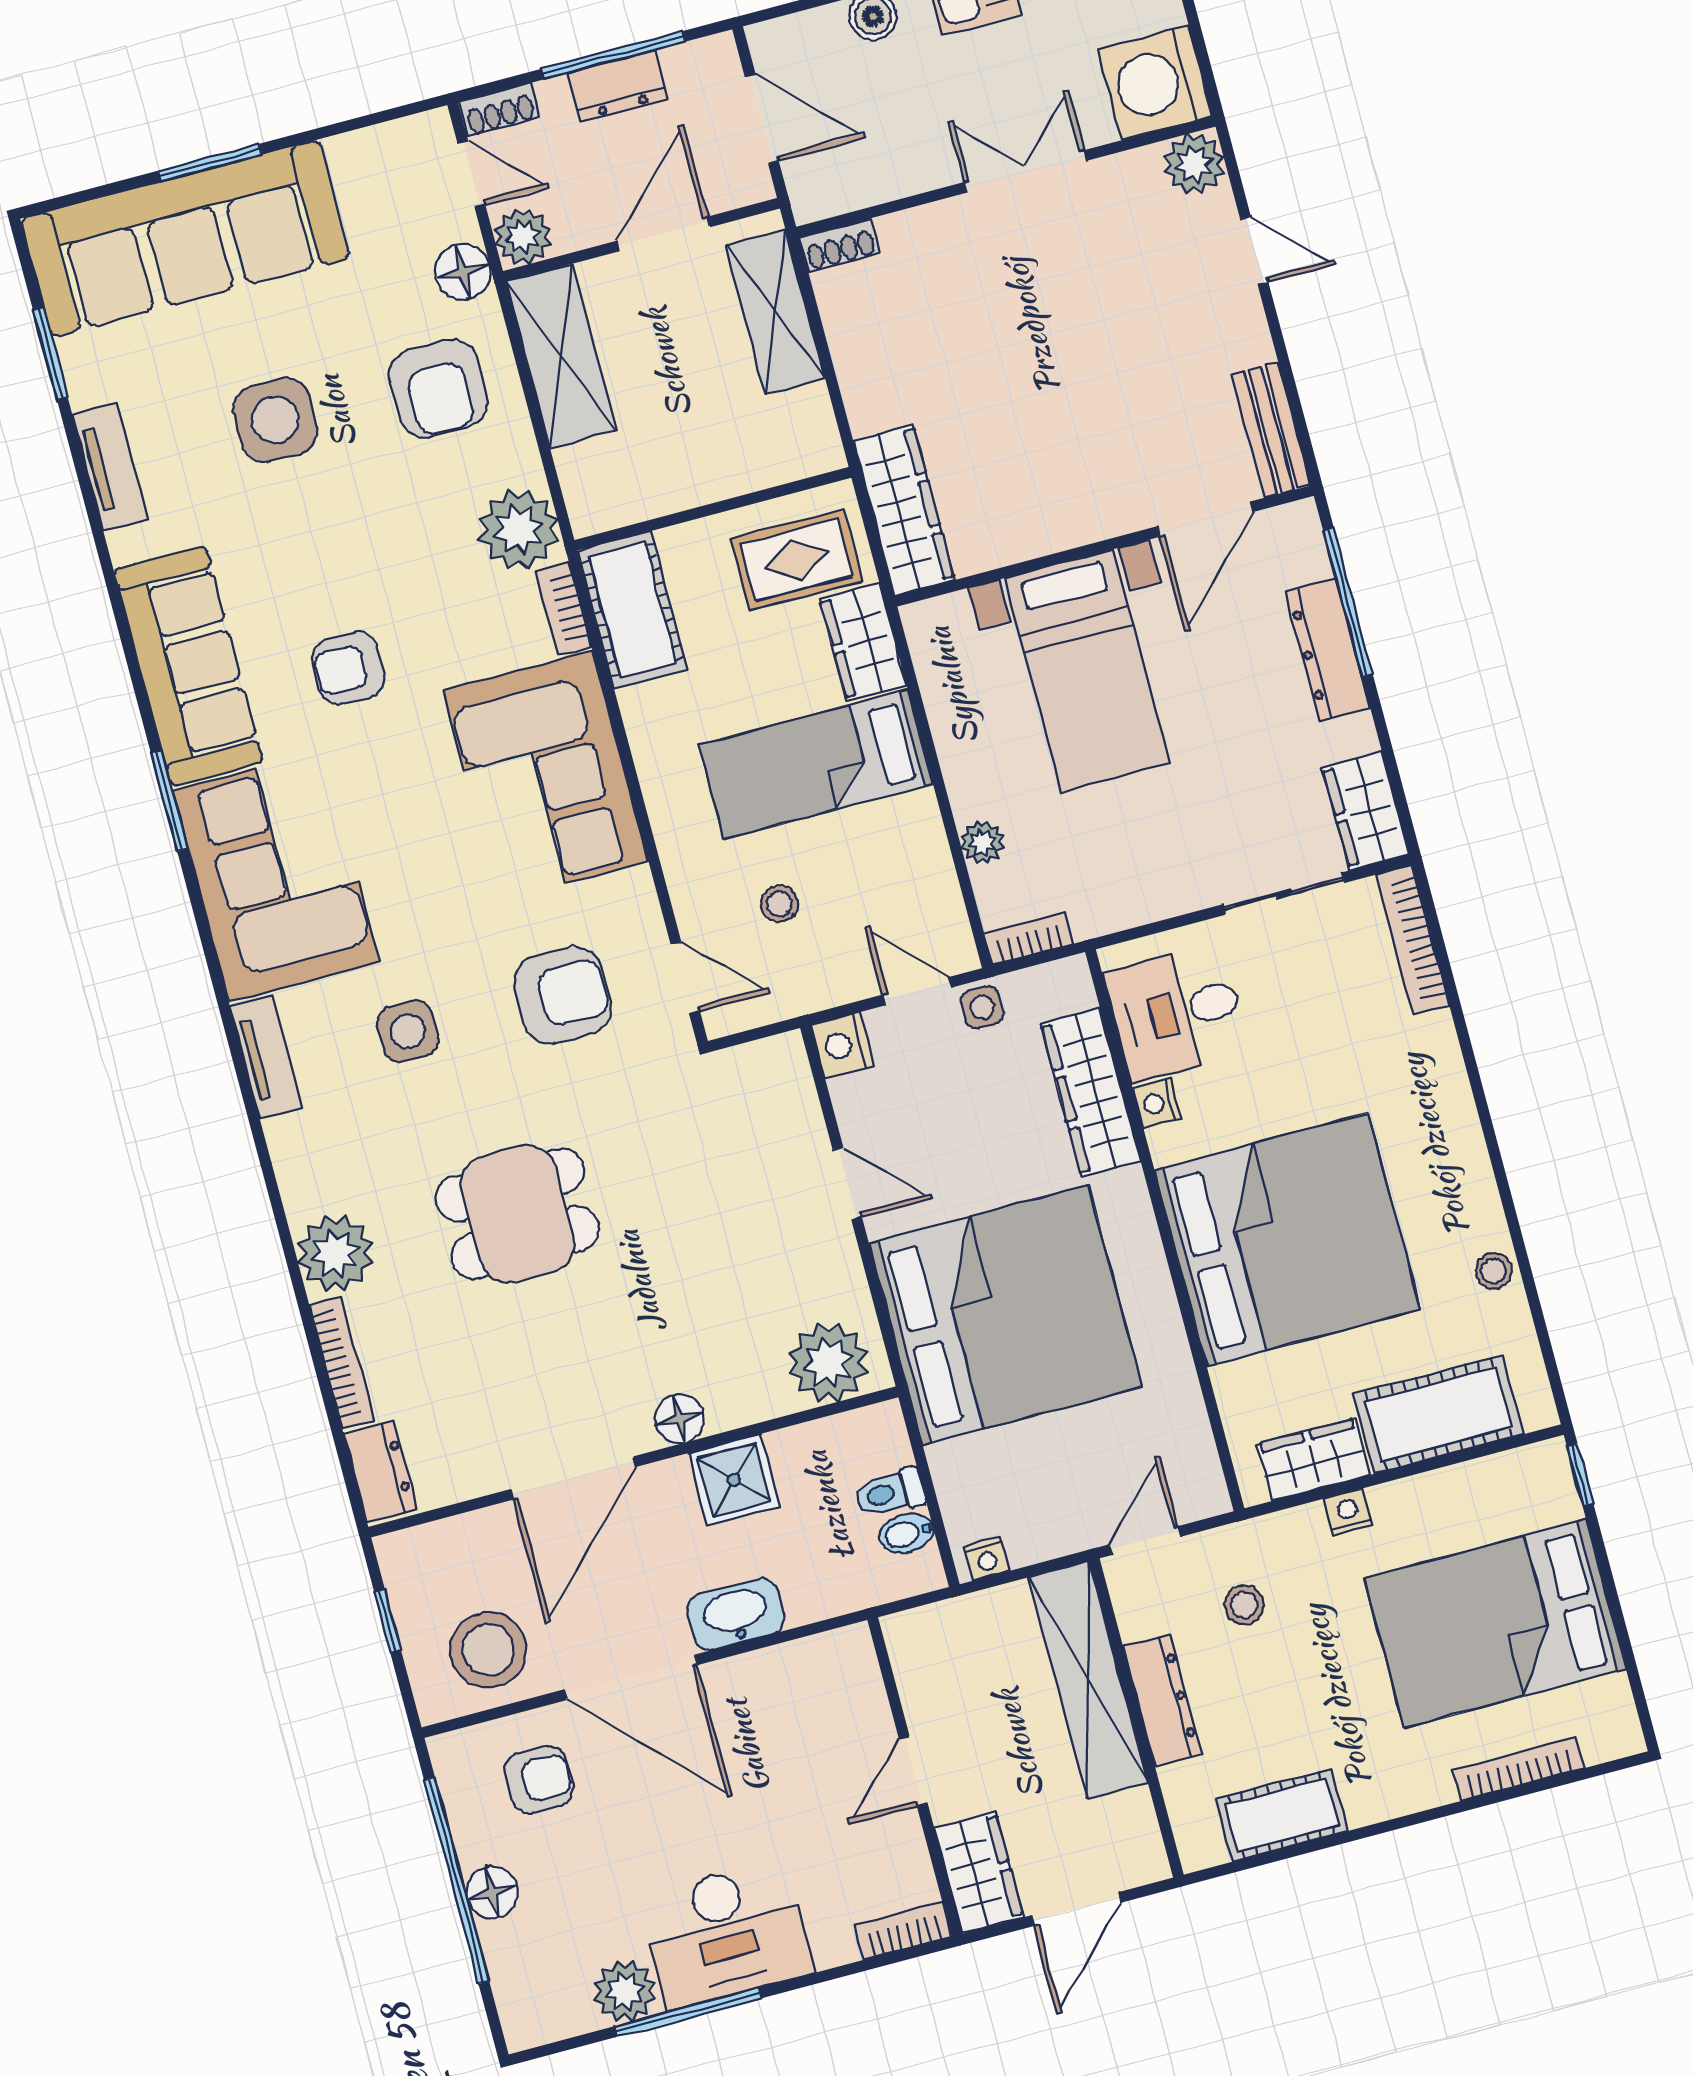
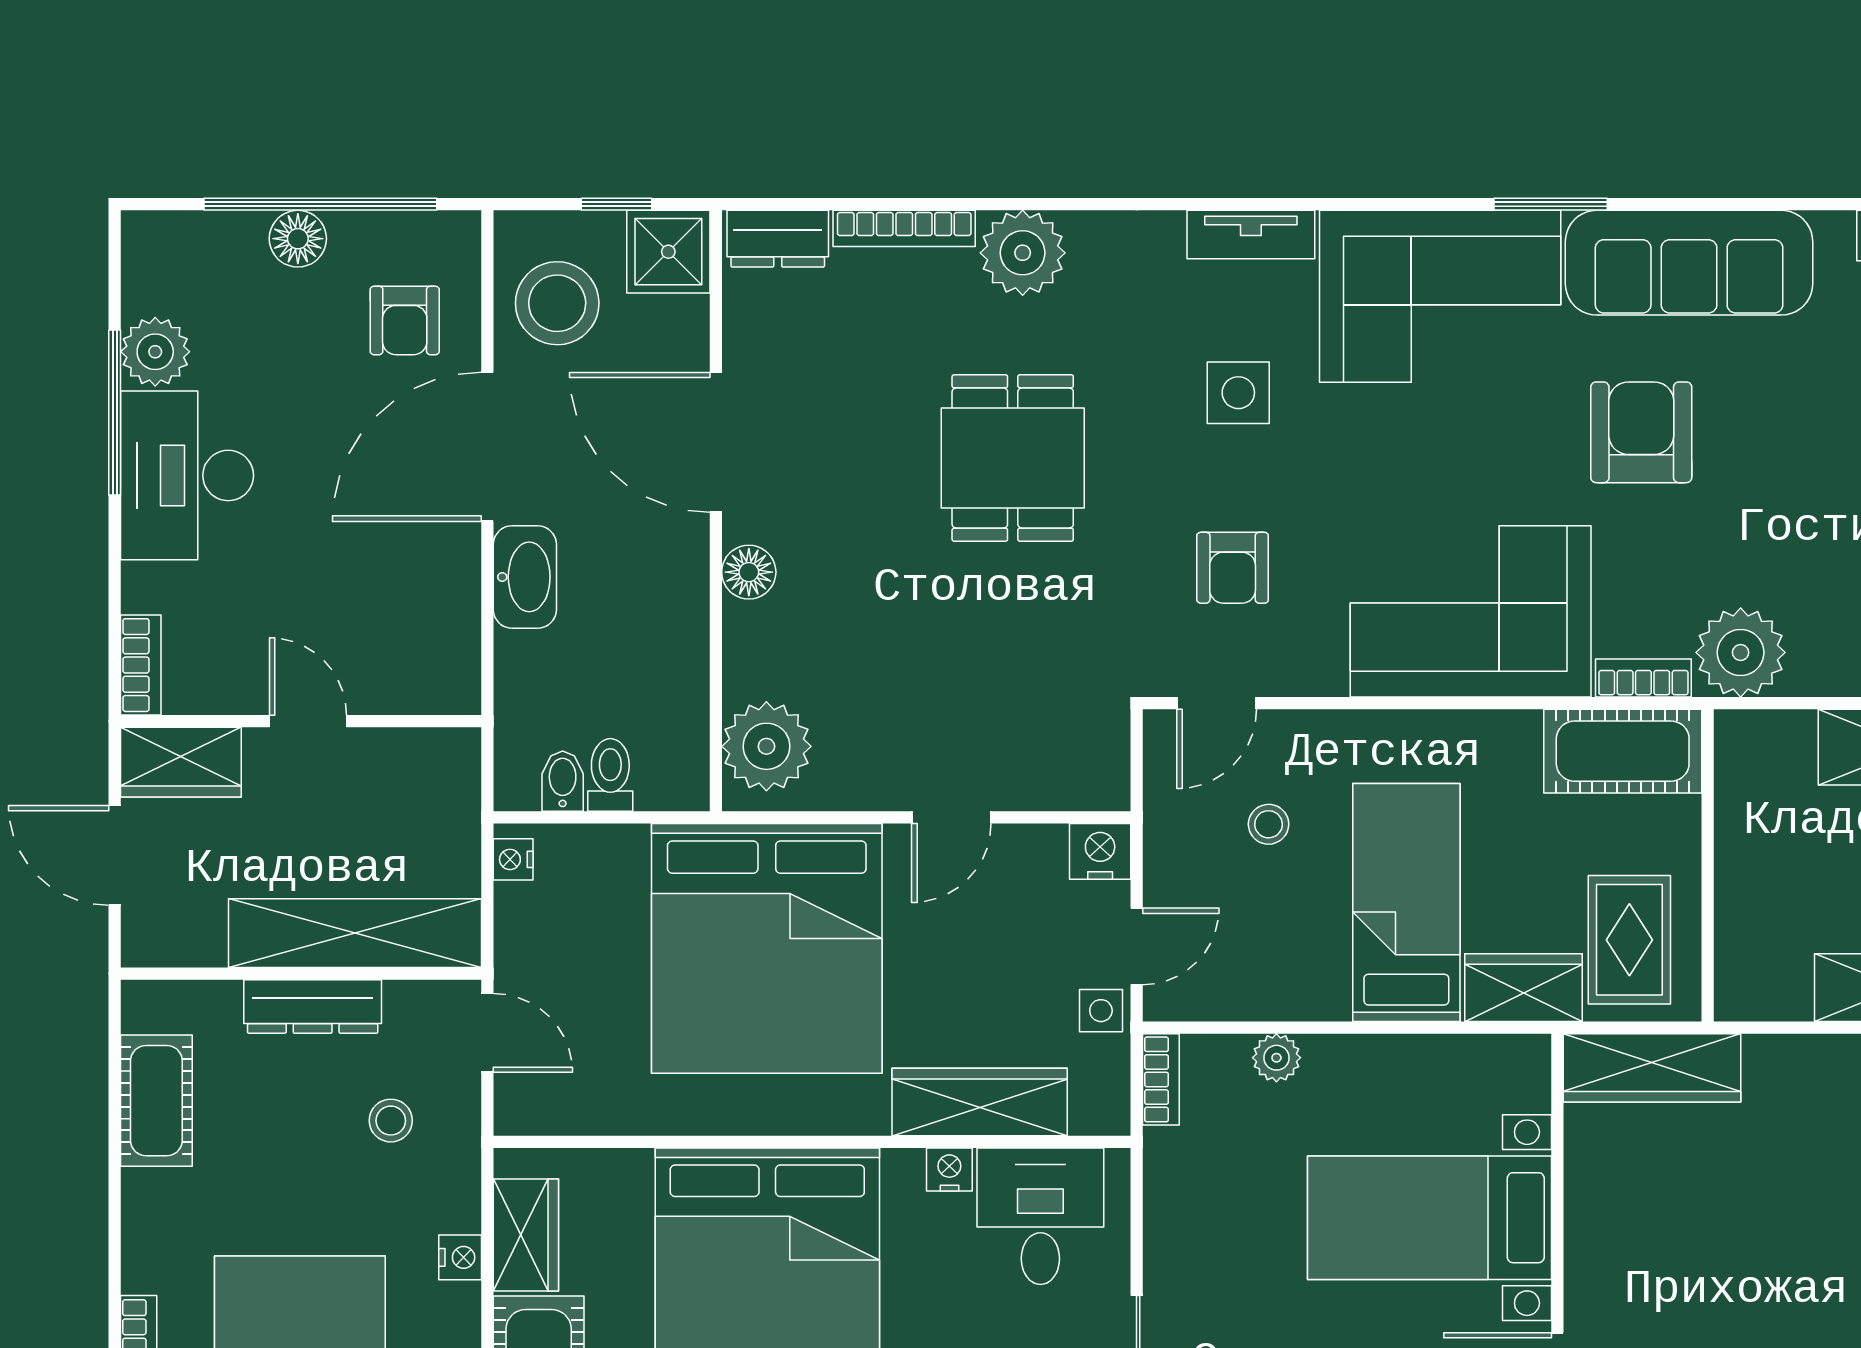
armchair: (348, 668) -> (1641, 432), width x1.38, depth x1.38
armchair: (563, 995) -> (1233, 568), width x0.72, depth x0.72
shower: (734, 1480) -> (668, 252), moved

